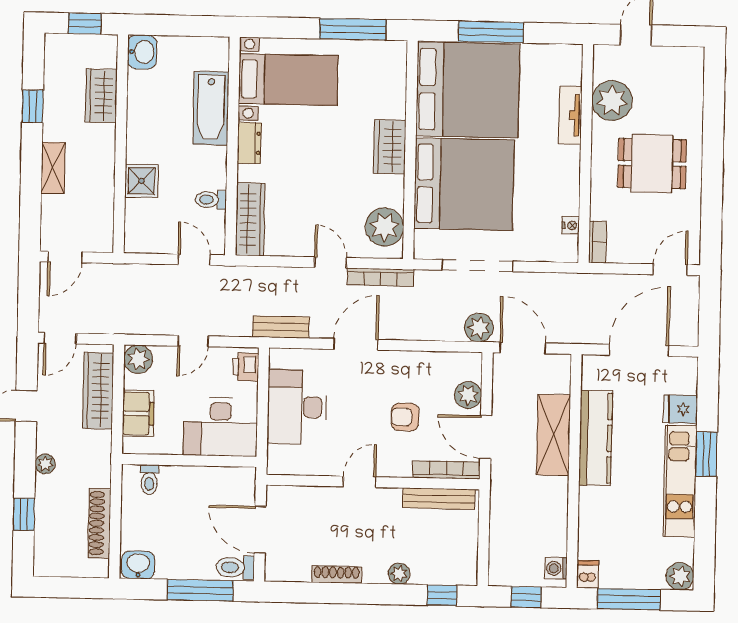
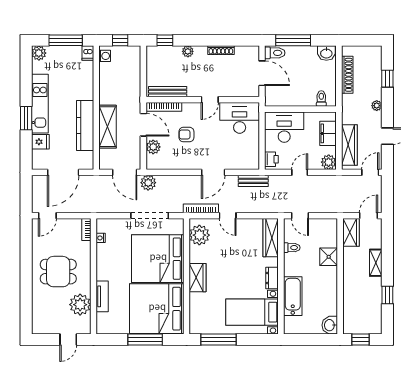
wardrobe: (101, 96) -> (351, 232), moved
desk: (297, 407) -> (240, 118), moved, turned -90
armchair: (405, 417) -> (186, 135), turned 180

